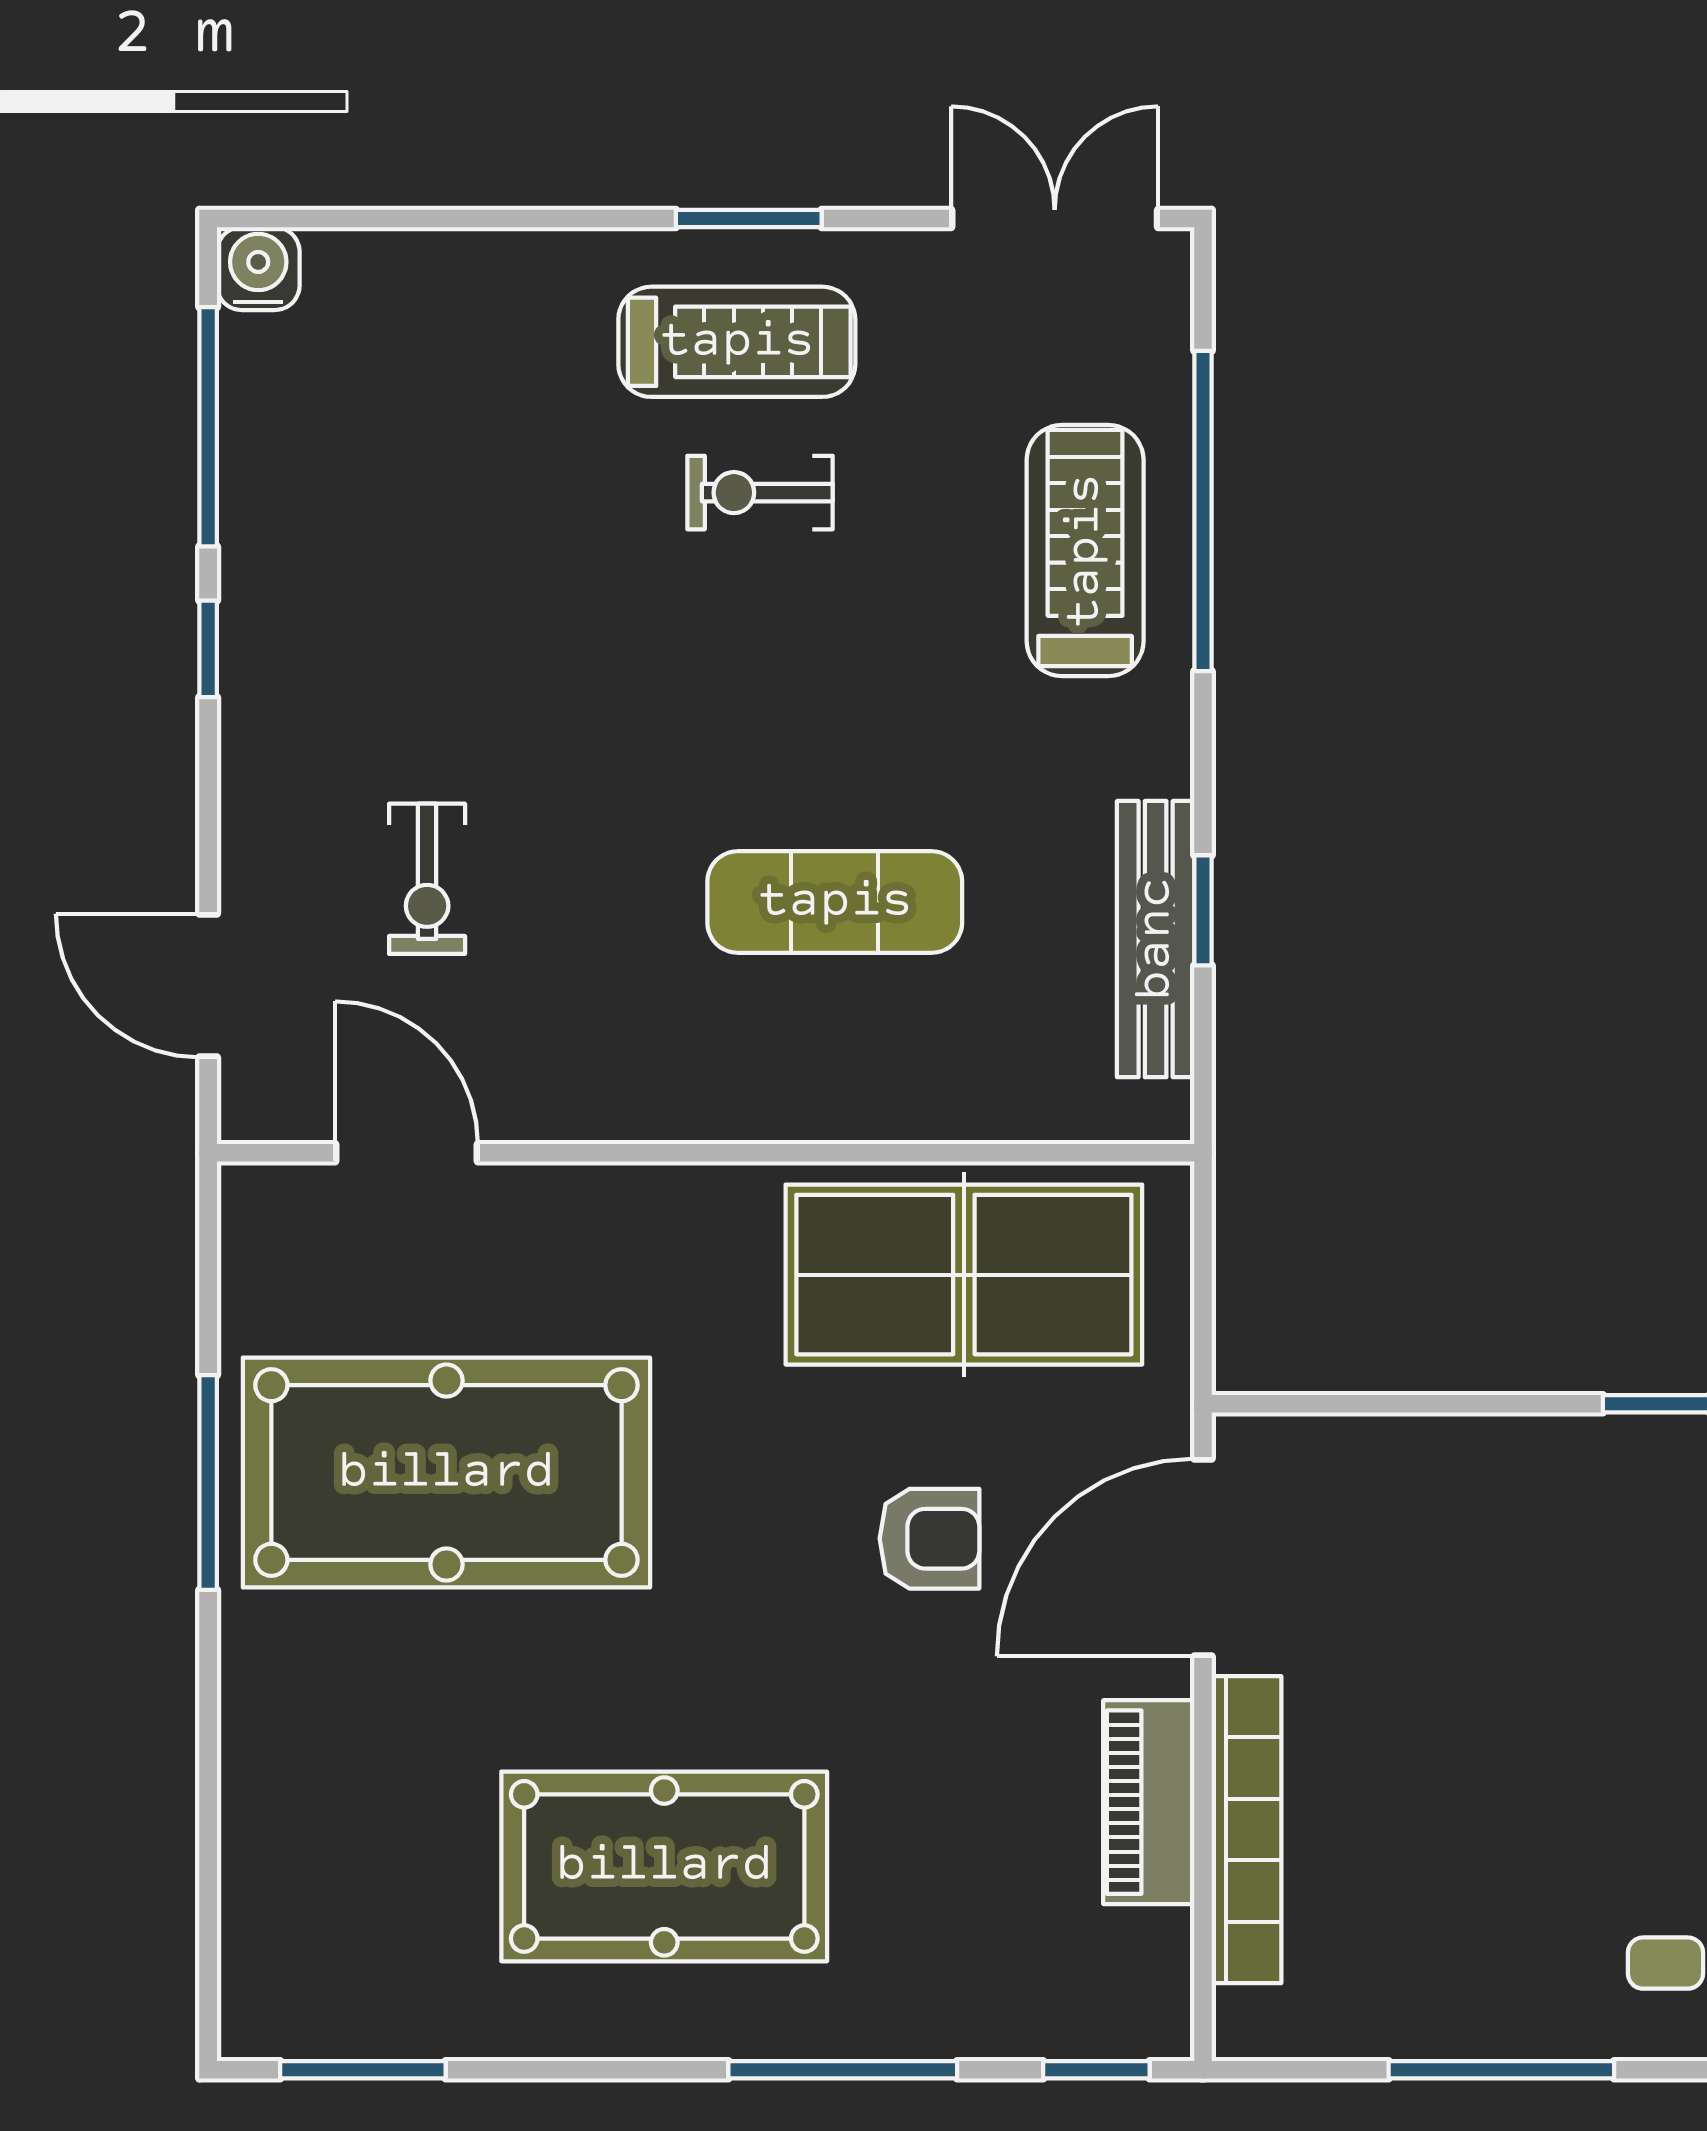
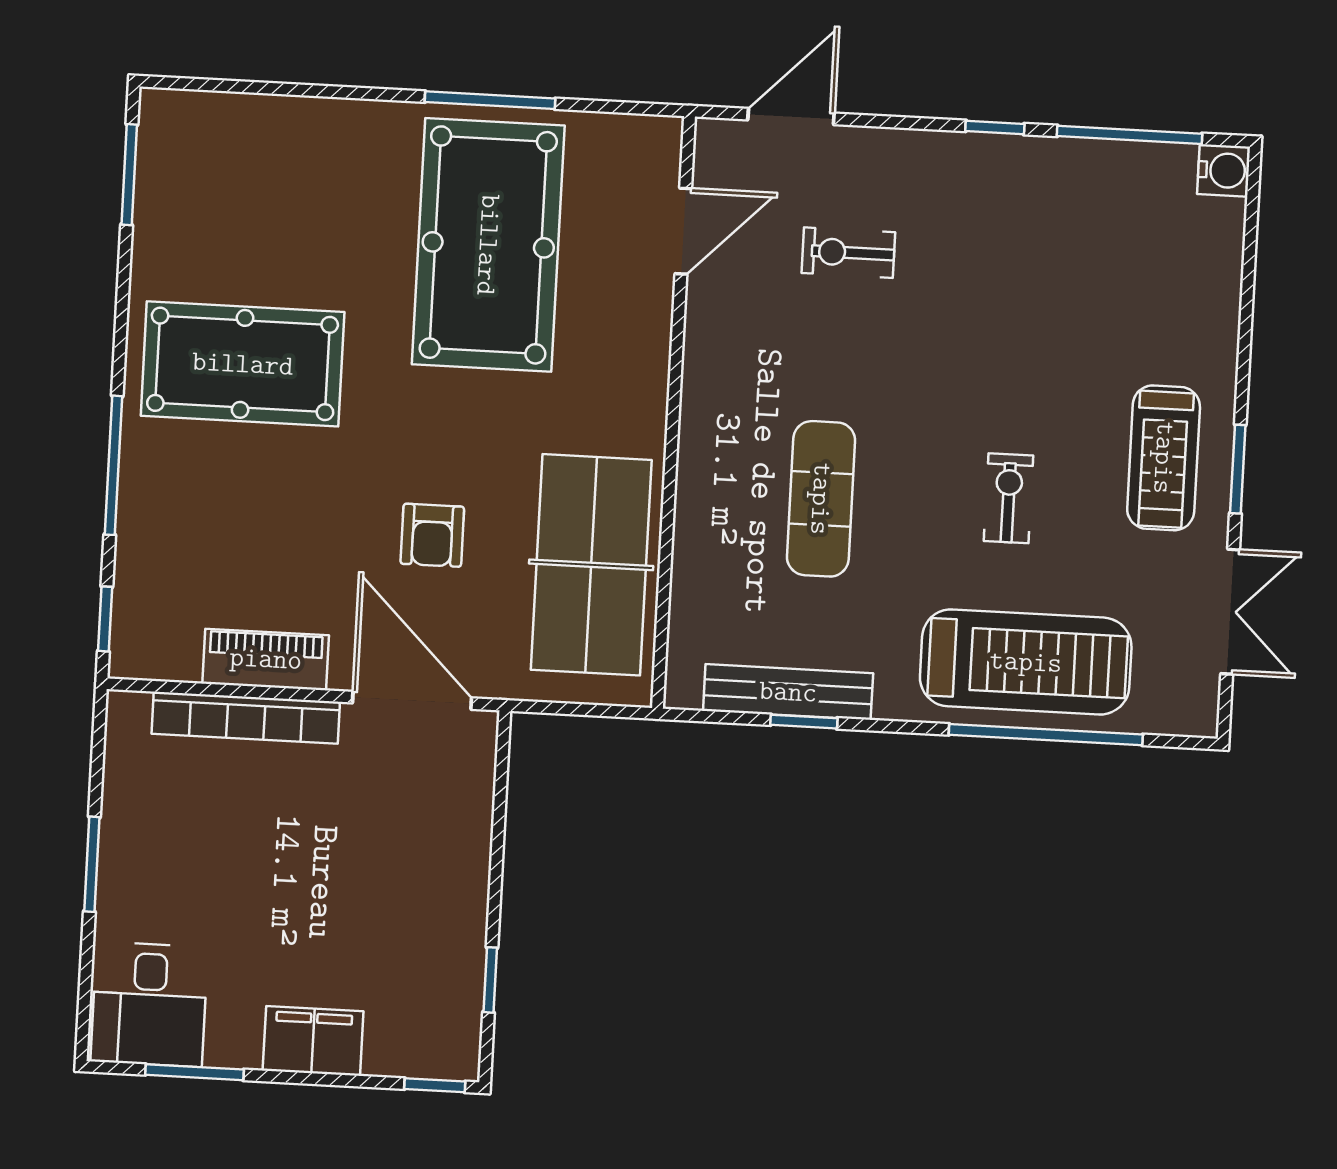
double door: (1055, 218) -> (1230, 612), moved
exercise bike: (760, 493) -> (1008, 498), moved
treadmill: (1085, 551) -> (1026, 662), width x1.37, depth x1.38
pool table: (664, 1866) -> (243, 364), turned 90
window: (1501, 2070) -> (92, 864), width x0.69

